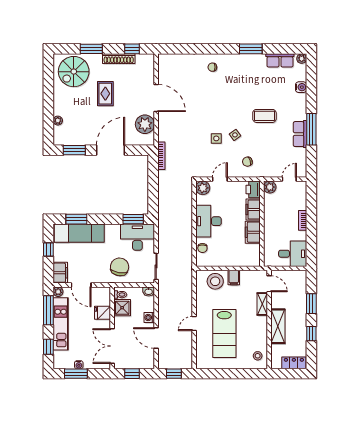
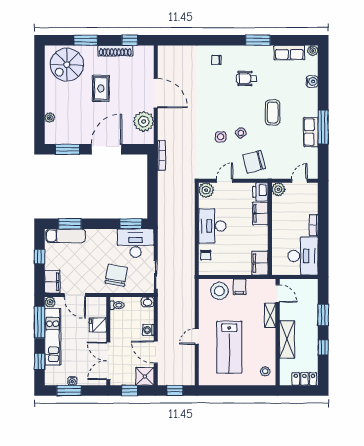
wheelchair: (240, 84) -> (247, 78), added
coffee table: (264, 116) -> (273, 113), turned 90
chair: (247, 162) -> (254, 162), width x1.87, depth x1.87
filing cabinet: (253, 232) -> (260, 263), moved
exam couch: (79, 233) -> (66, 236), width x0.73, depth x0.69
desk: (293, 254) -> (303, 256), width x1.37
shower: (122, 308) -> (145, 376), moved

